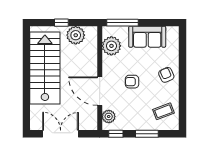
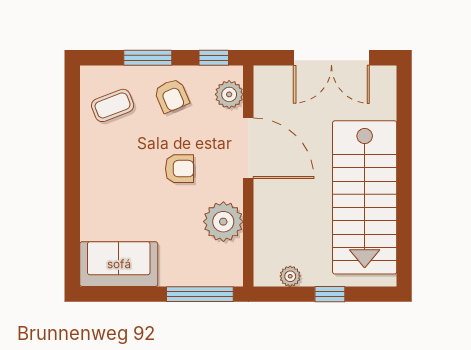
plant: (76, 35) -> (290, 276), width x0.53, depth x0.53
sofa: (147, 37) -> (119, 264), moved
plant: (111, 46) -> (223, 222), moved
armchair: (166, 75) -> (172, 96), moved

